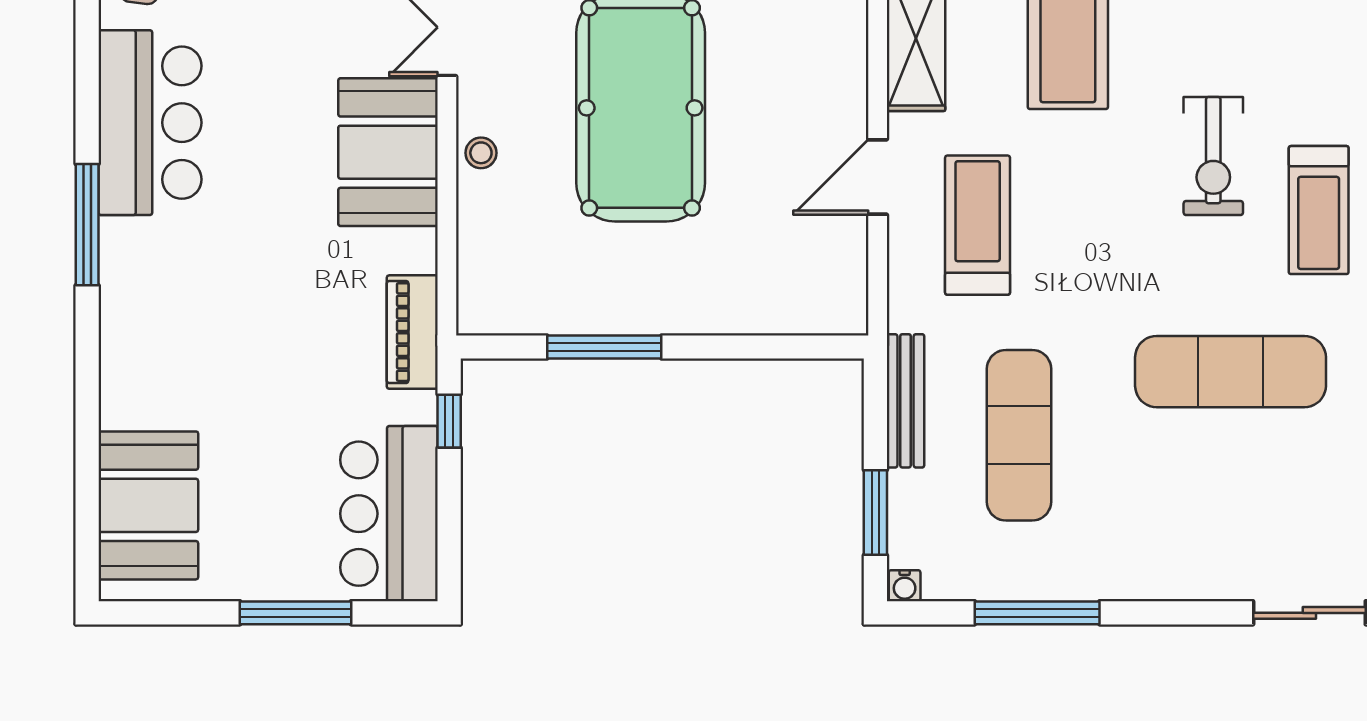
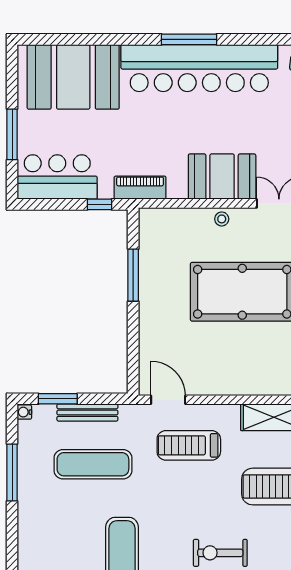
bar counter: (150, 123) -> (199, 68), width x1.86
door: (878, 177) -> (168, 400), moved
treadmill: (978, 225) -> (189, 445), turned 180
bench: (906, 401) -> (87, 413), moved
booth: (148, 505) -> (73, 77), width x1.36, depth x1.42

